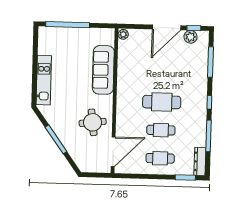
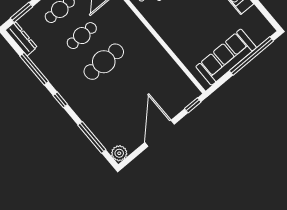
window: (194, 28) -> (193, 105), moved
plant: (123, 34) -> (193, 92), removed
plant: (191, 37) -> (119, 153), moved
sofa: (103, 70) -> (226, 57), moved, turned -90

